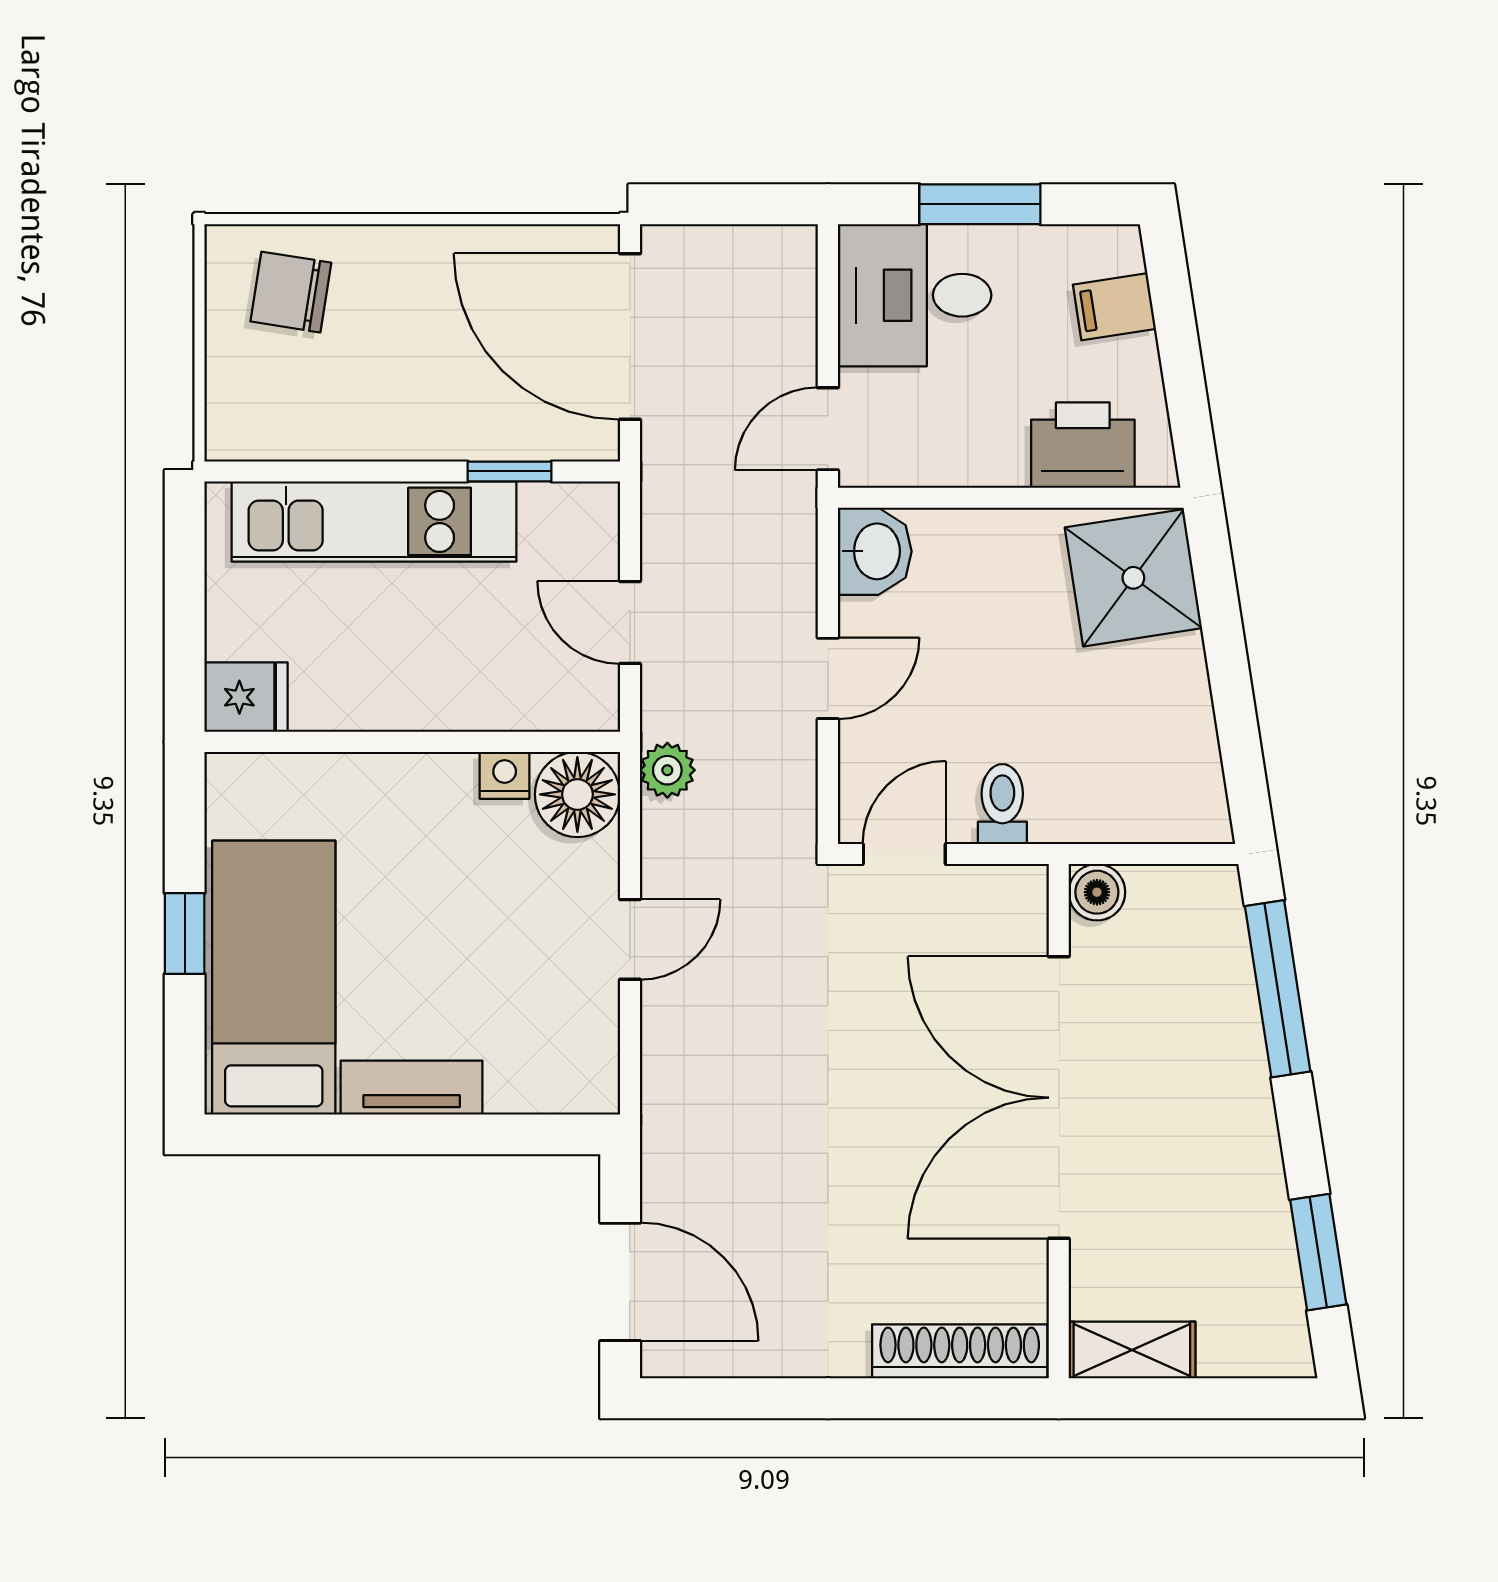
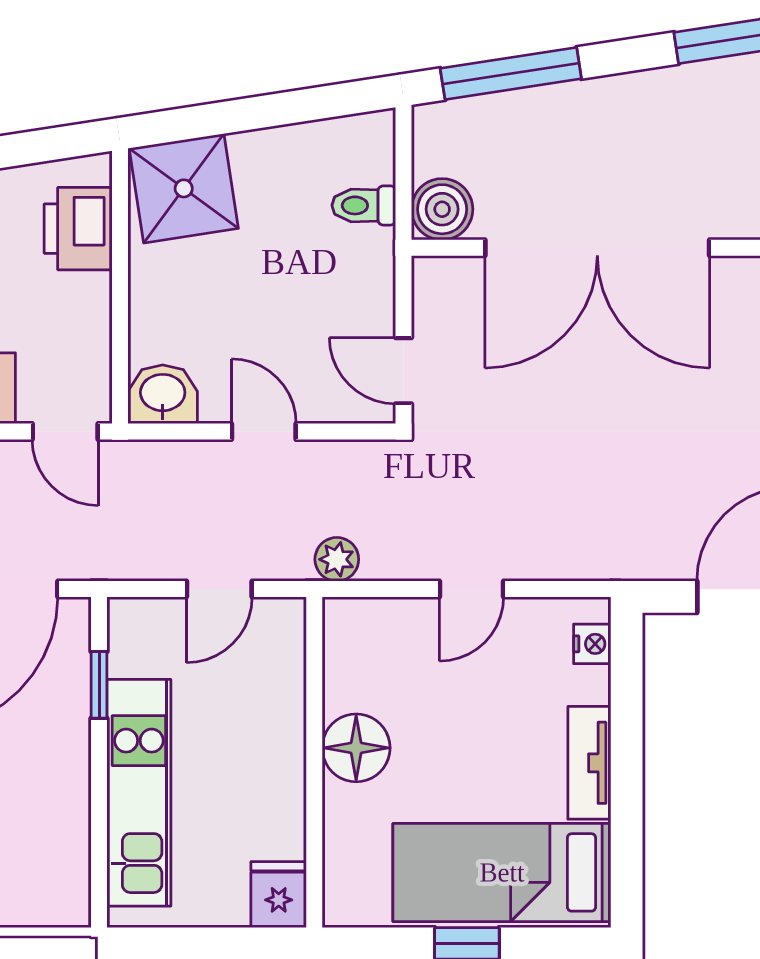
nightstand: (505, 775) -> (592, 644), moved, turned 180
floor lamp: (577, 794) -> (356, 748), moved
toilet: (1002, 804) -> (364, 205), moved
boiler: (1097, 892) -> (442, 209), width x1.36, depth x1.36
door: (630, 939) -> (472, 589), swing flipped

